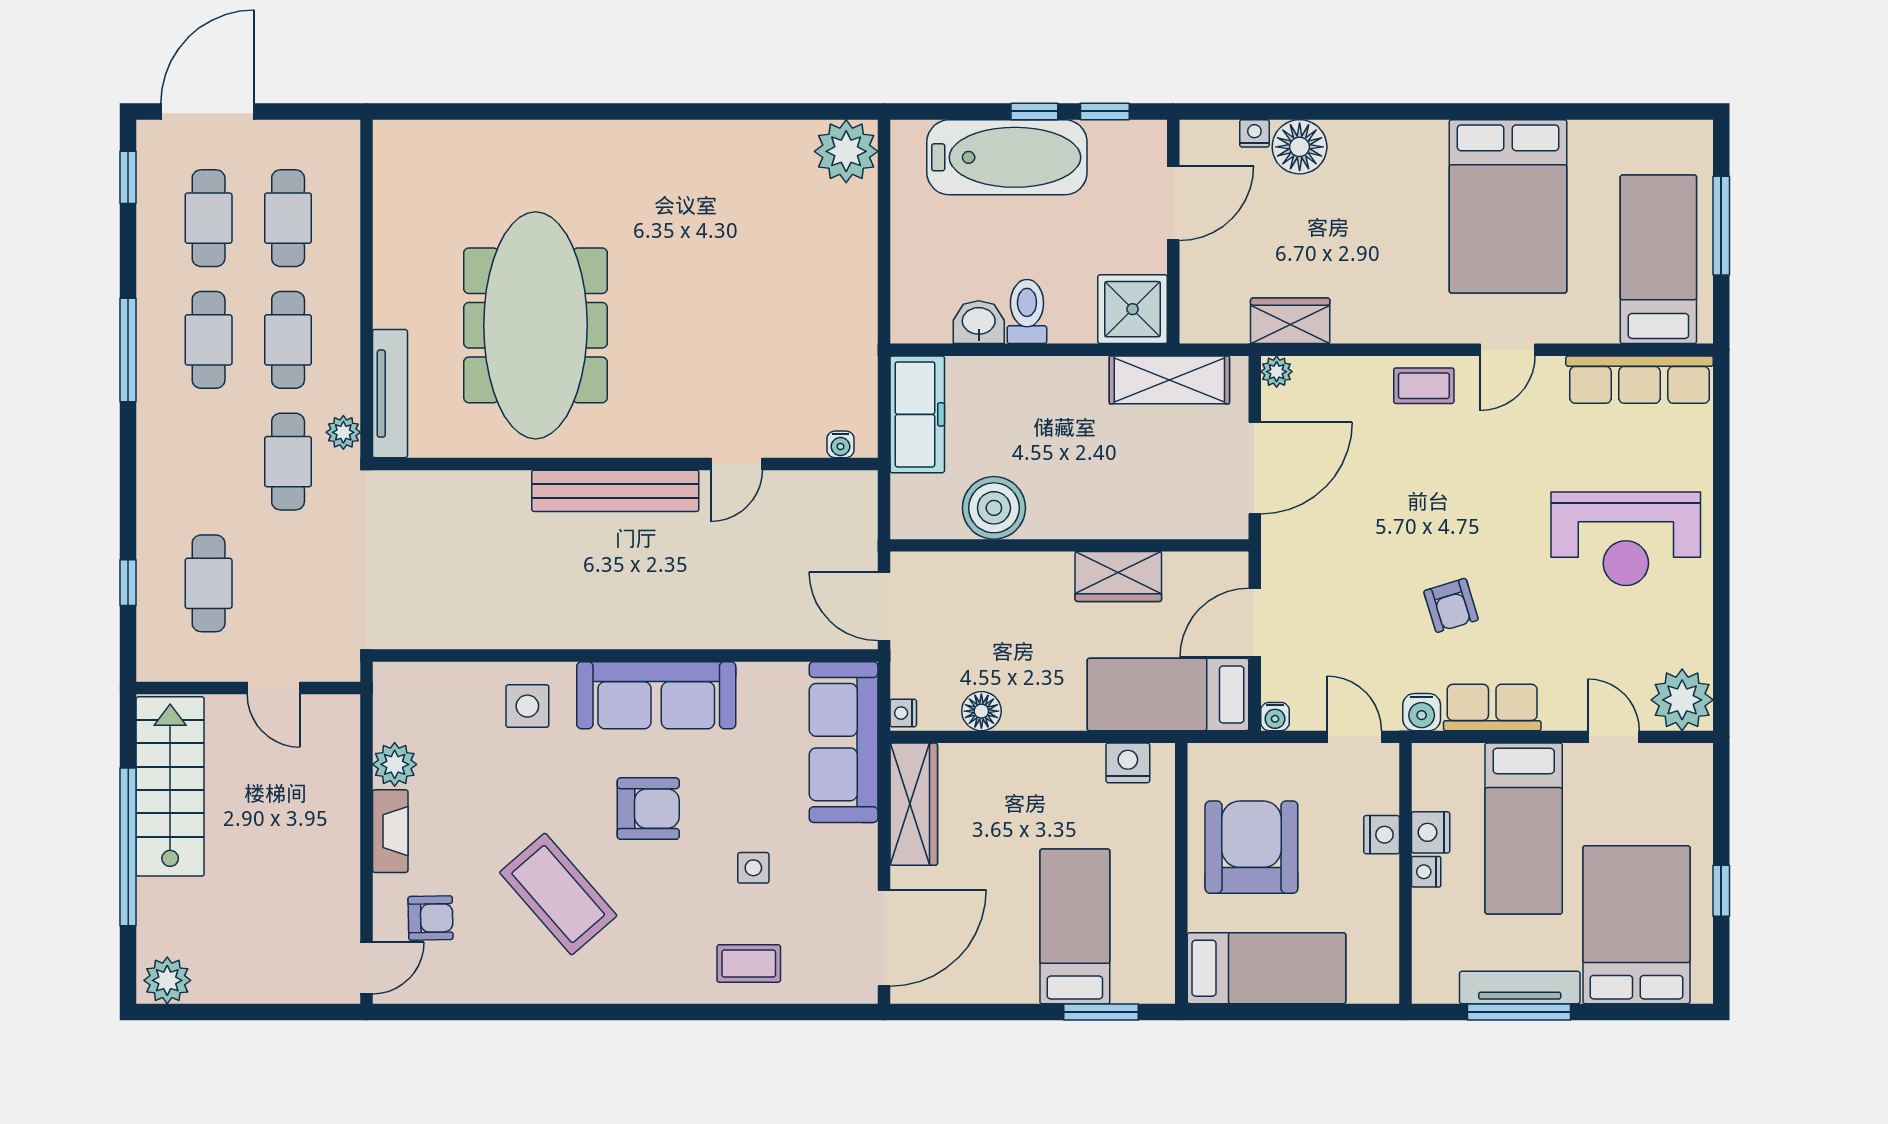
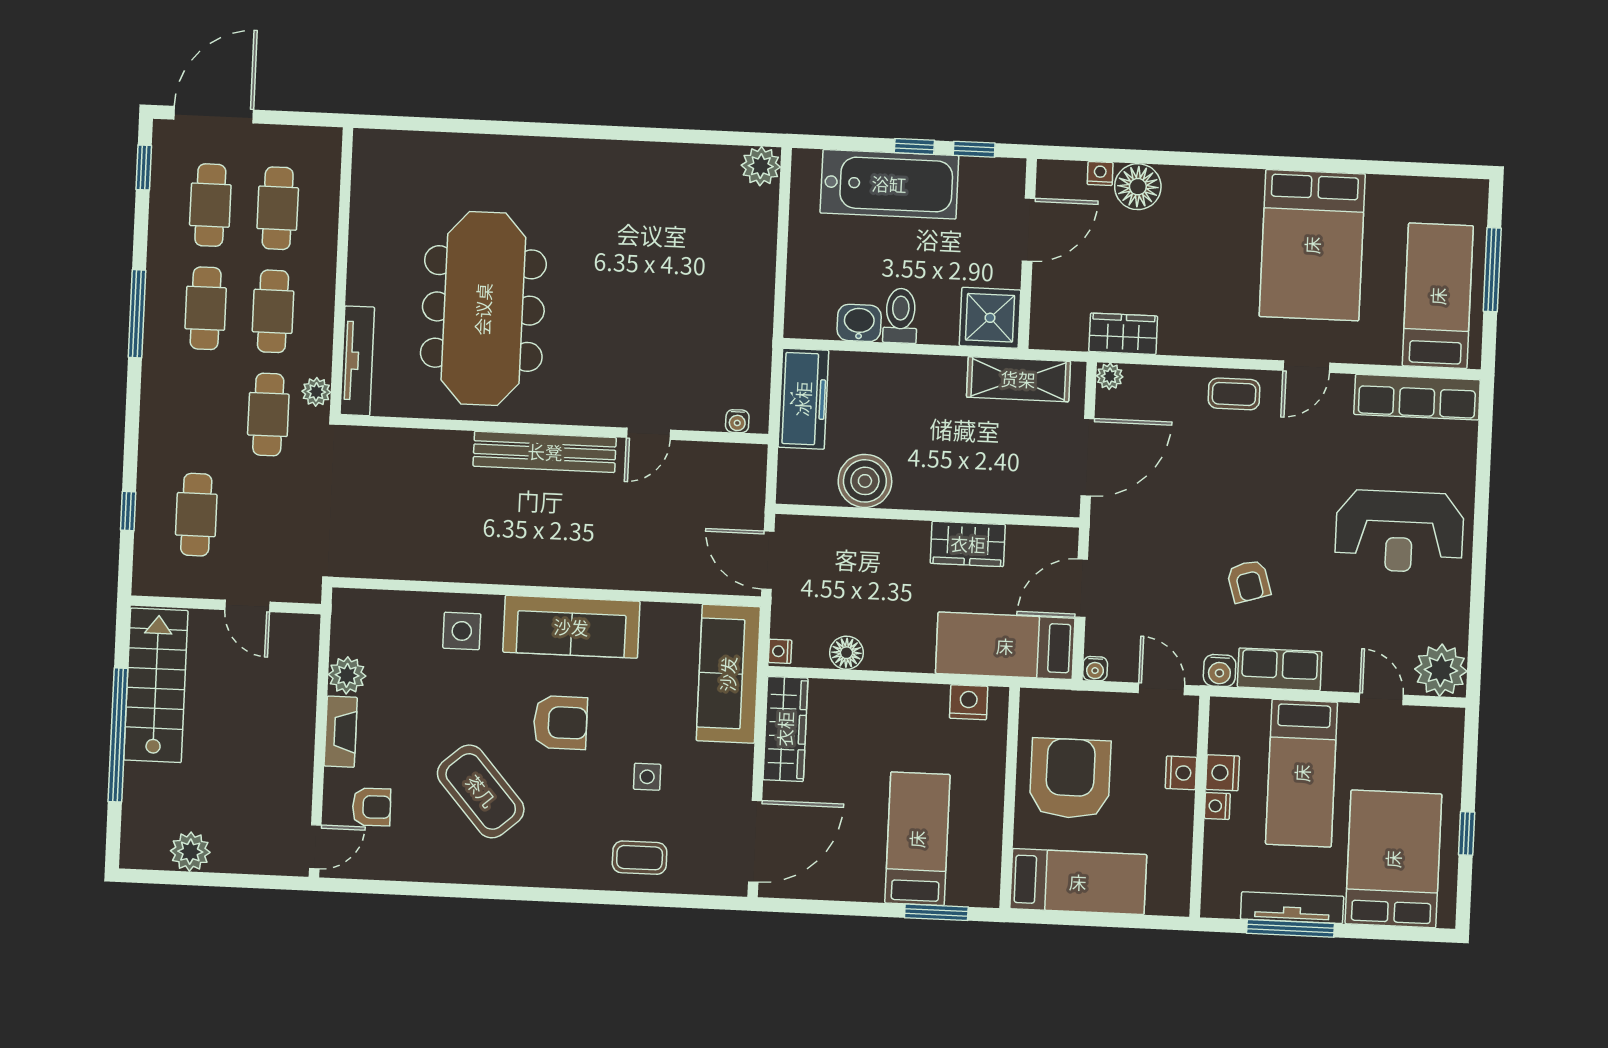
plant: (846, 151) -> (761, 166), width x0.73, depth x0.73
plant: (167, 980) -> (190, 852), moved

